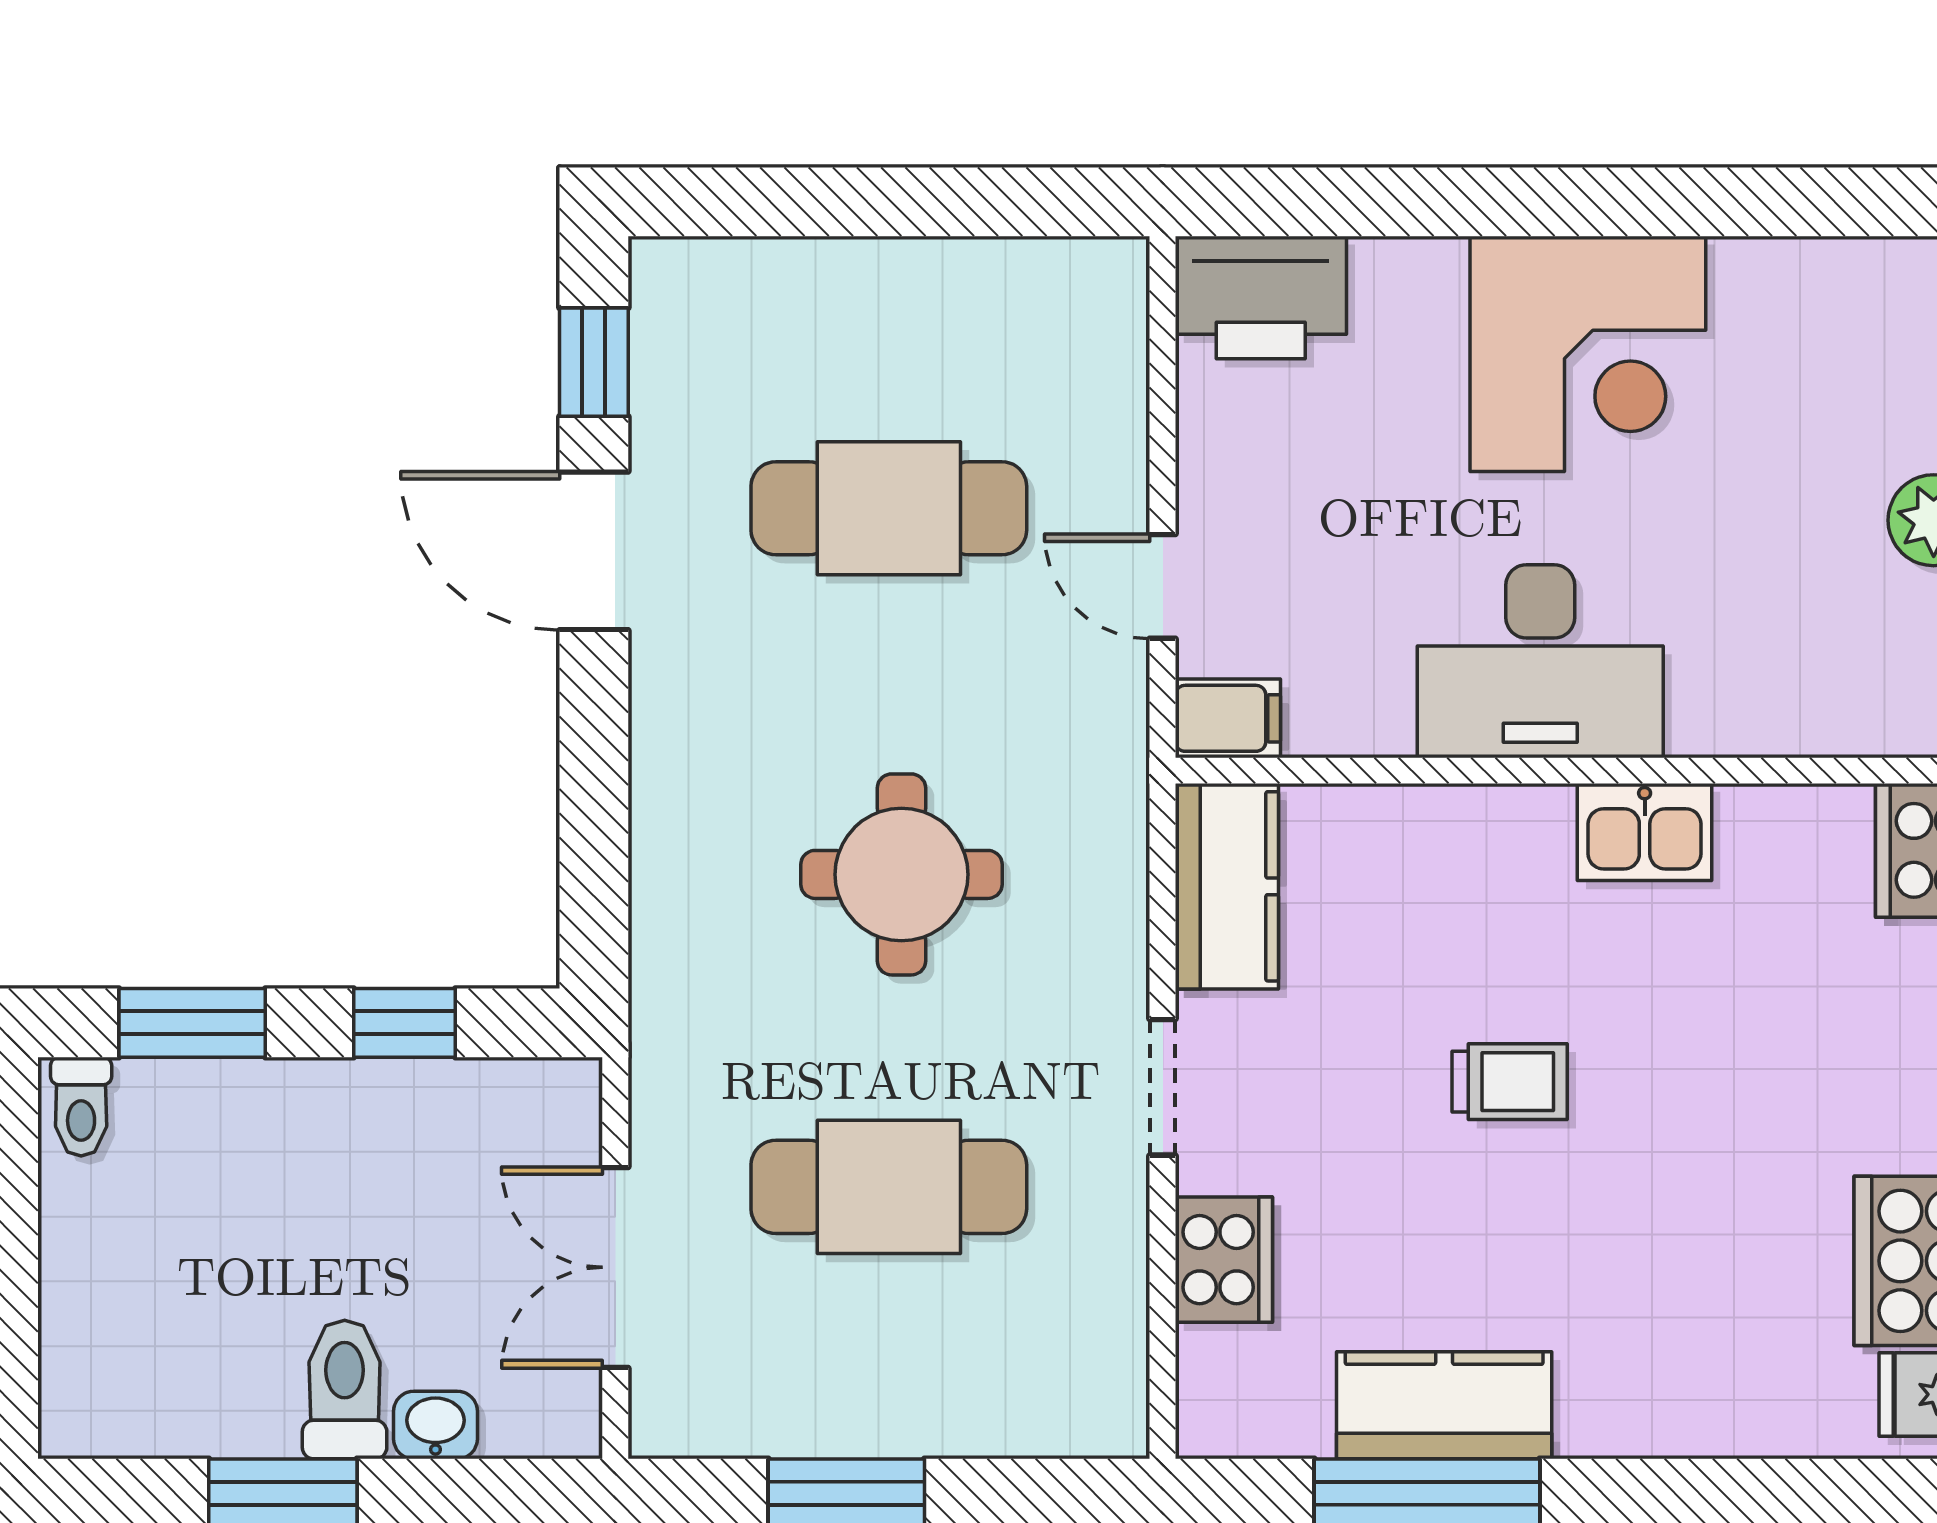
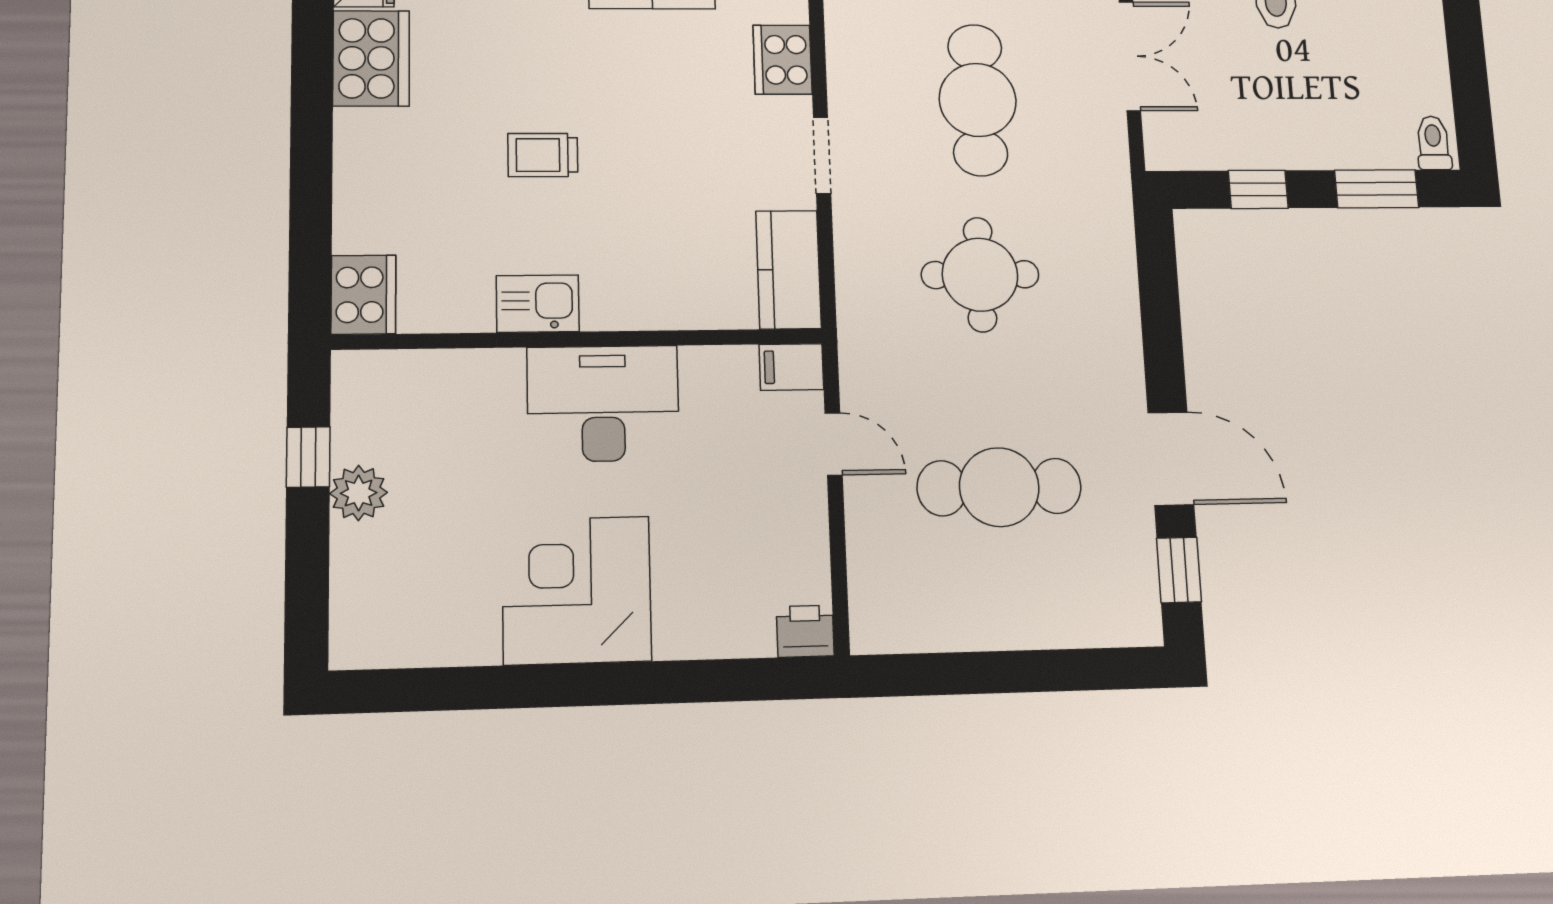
printer: (1261, 298) -> (805, 631), width x0.53, depth x0.68
trolley: (1510, 1082) -> (543, 155), moved
cafe table: (889, 1187) -> (978, 100), turned 90

